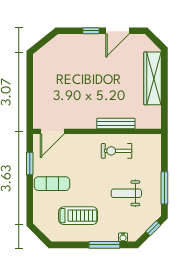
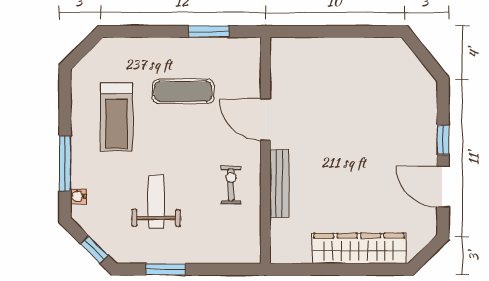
door: (52, 131) -> (265, 120), moved
exercise bike: (117, 151) -> (231, 185), width x0.73, depth x0.72
exercise mat: (52, 184) -> (183, 91), moved, turned 90
window: (164, 188) -> (166, 269), width x0.69

